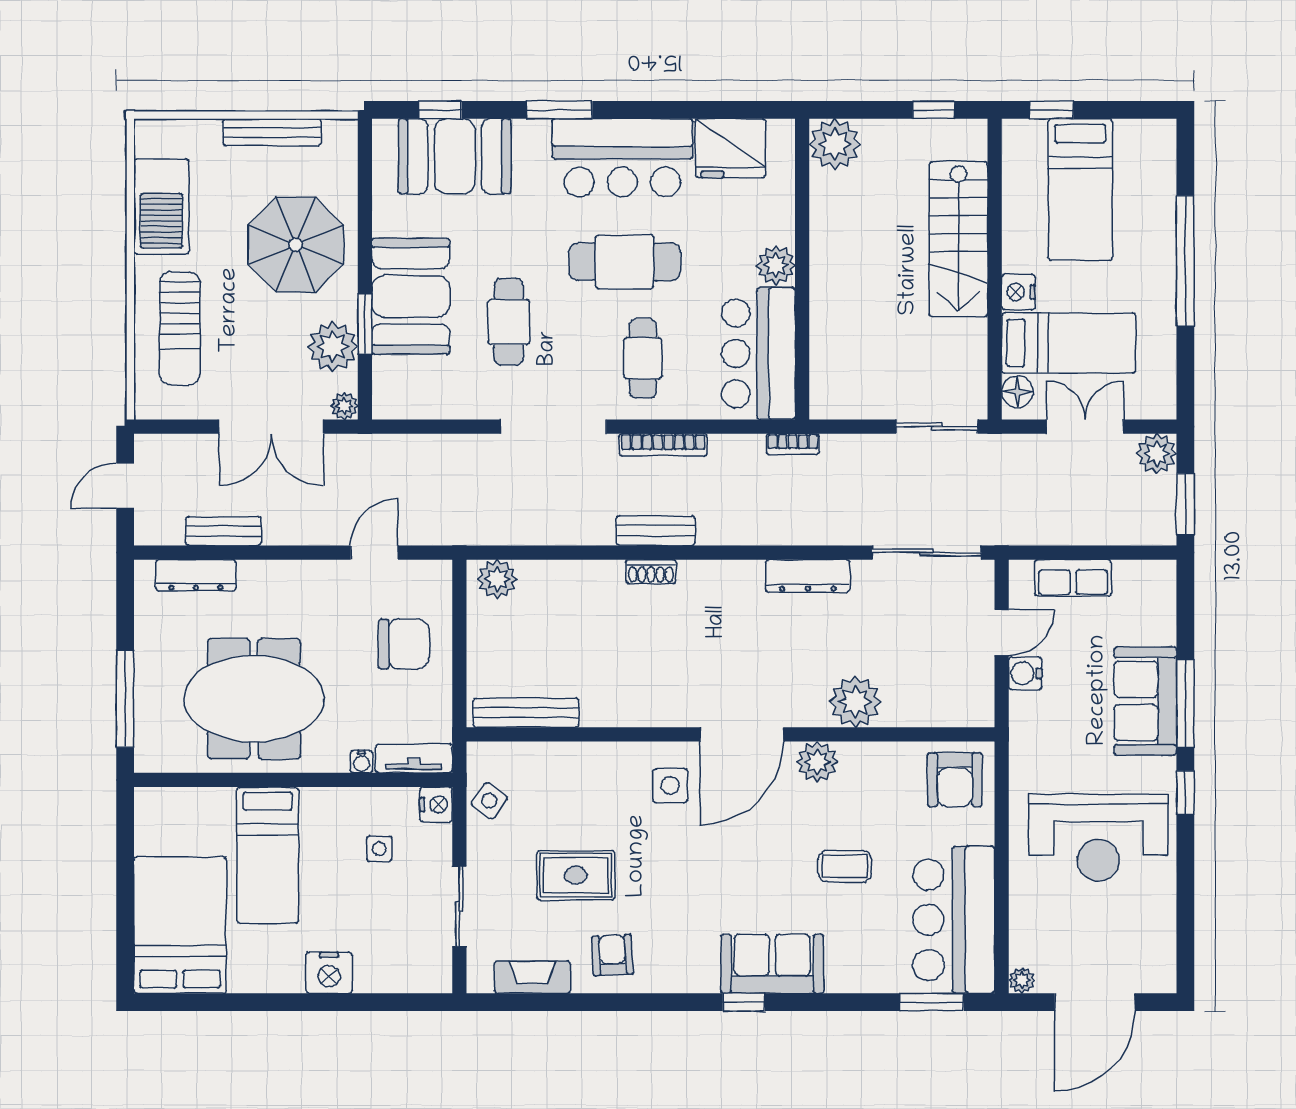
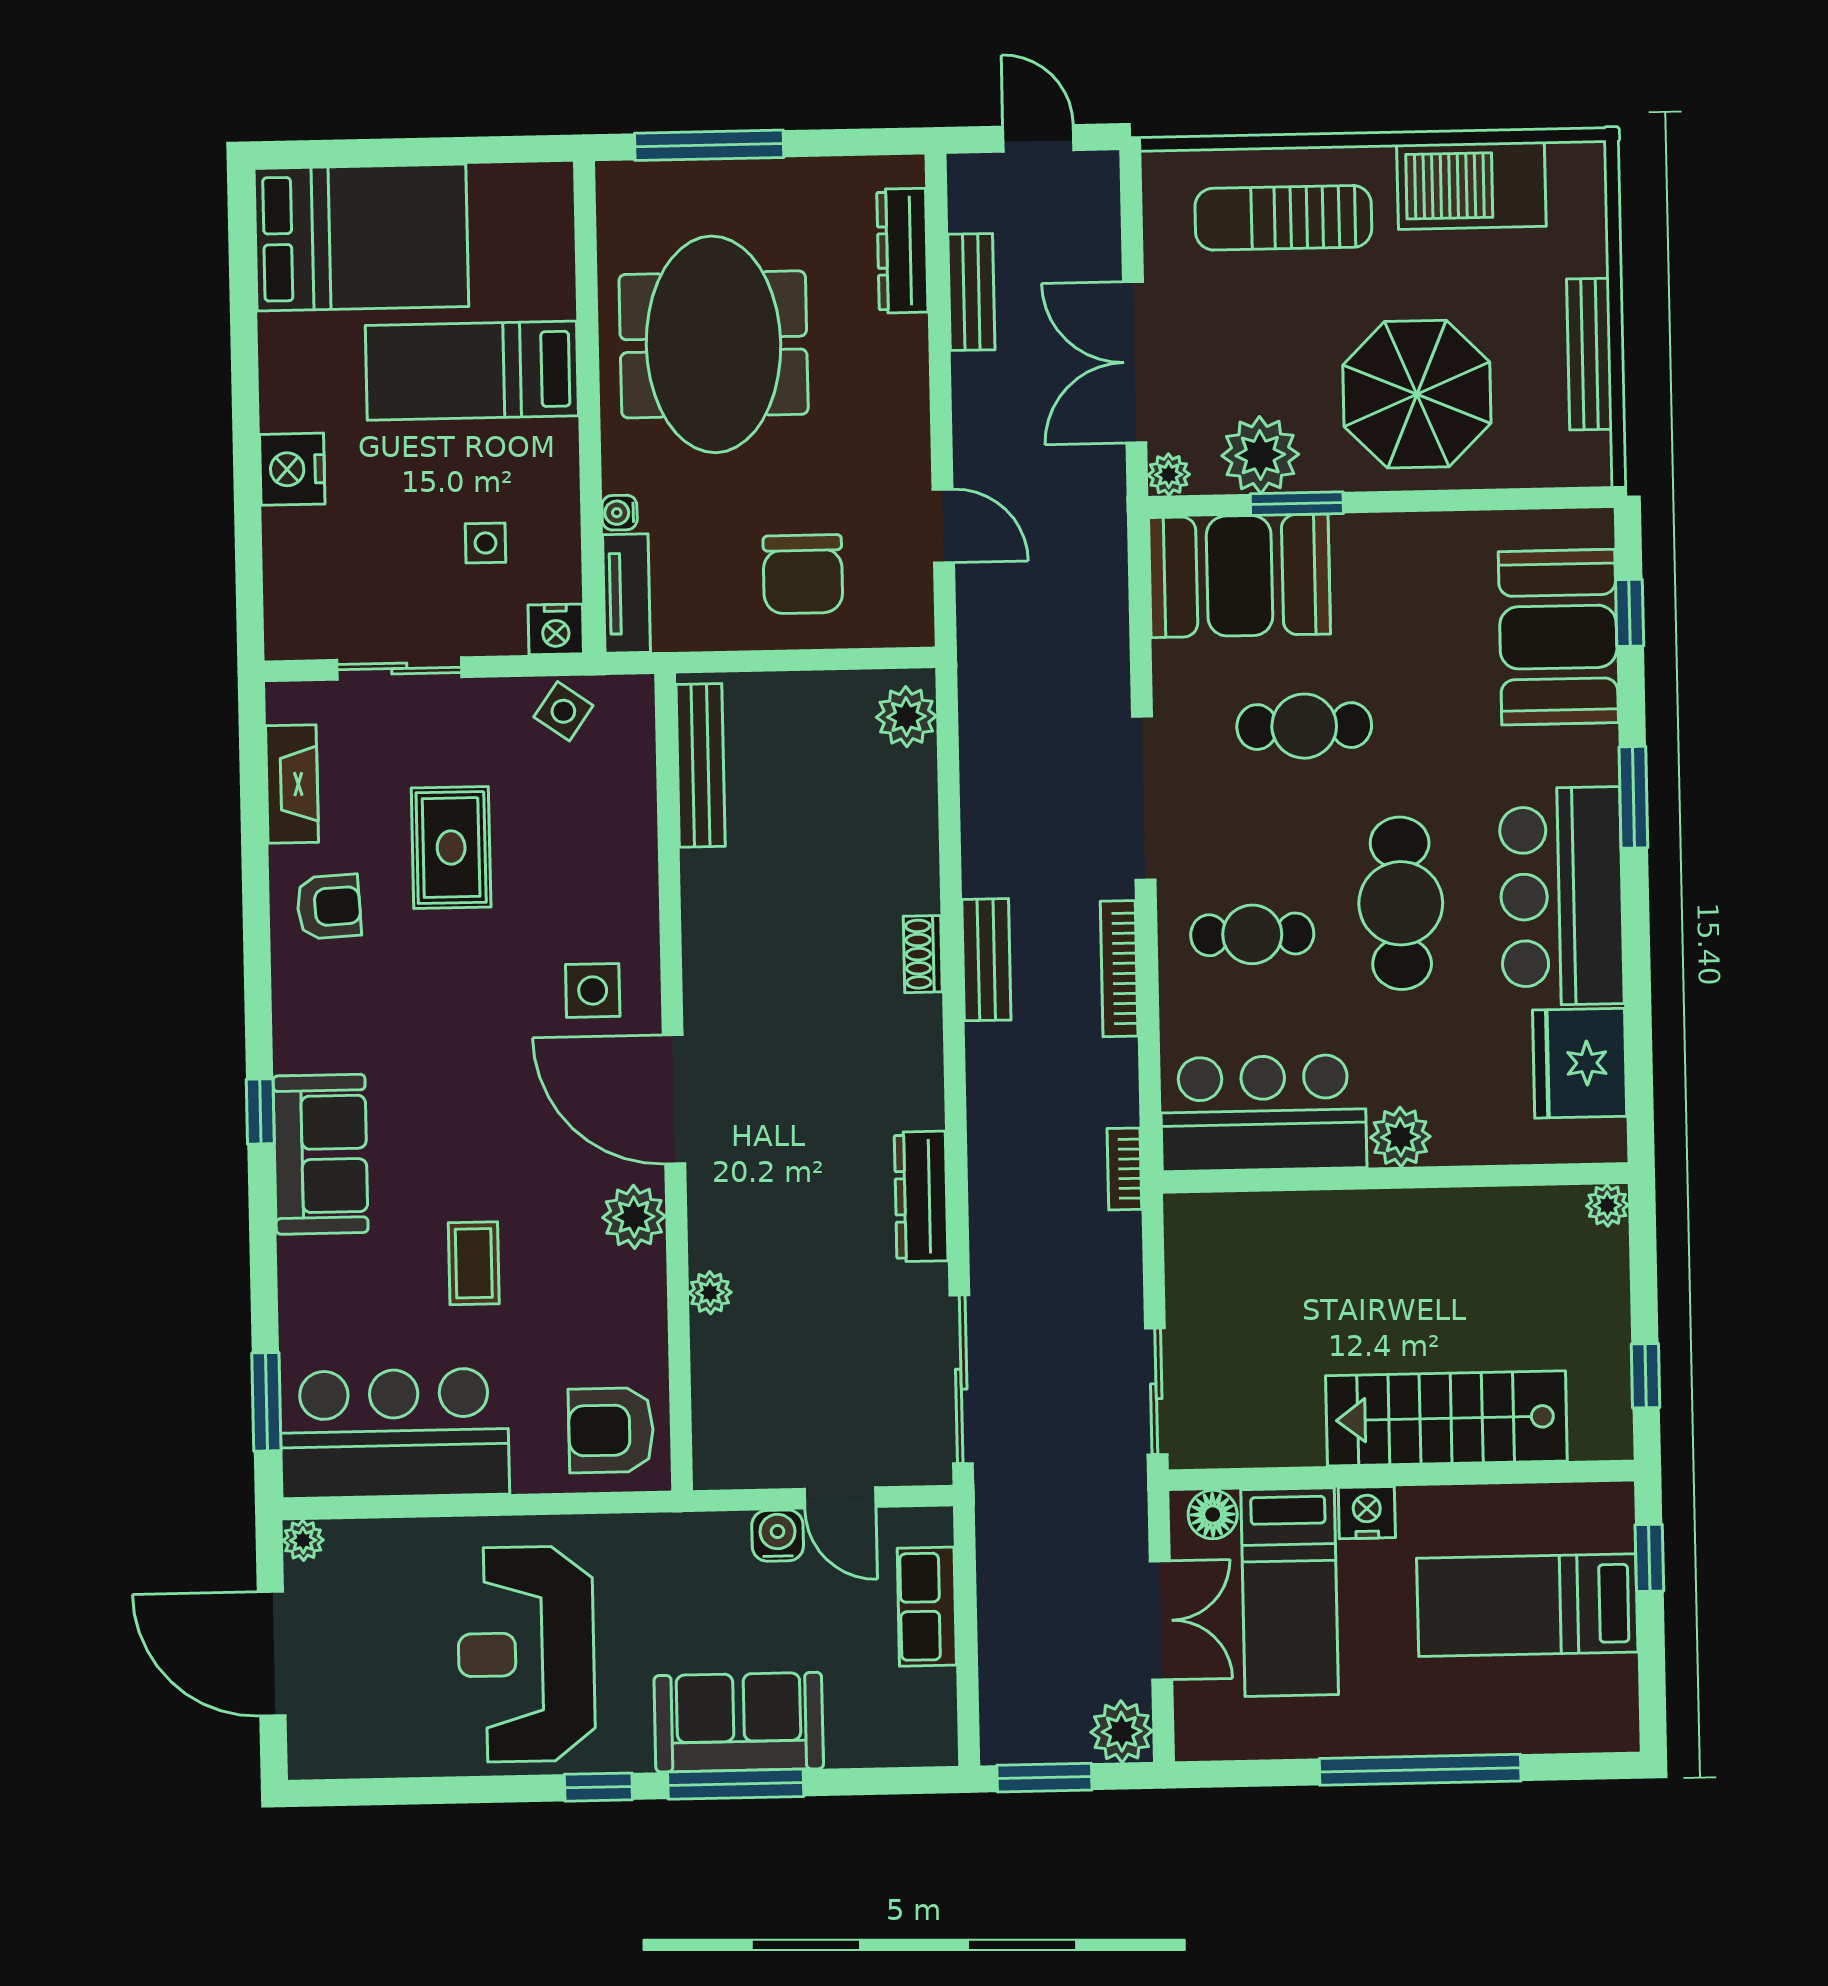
plant: (835, 144) -> (1607, 1205), width x0.53, depth x0.53
booth: (411, 296) -> (1240, 576), moved
plant: (855, 702) -> (710, 1293), width x0.53, depth x0.53

